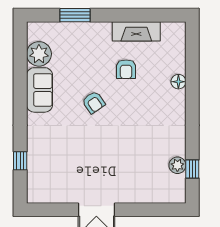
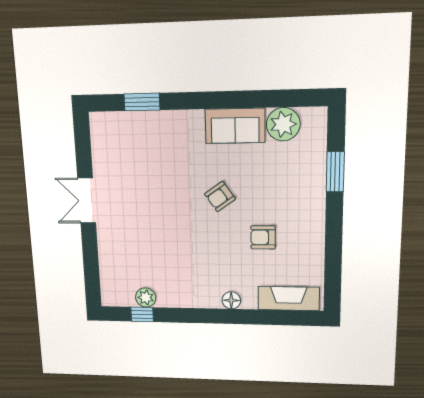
fireplace: (136, 31) -> (289, 298), moved, turned 90
floor lamp: (178, 82) -> (231, 300), moved
window: (20, 161) -> (142, 102), width x1.50

